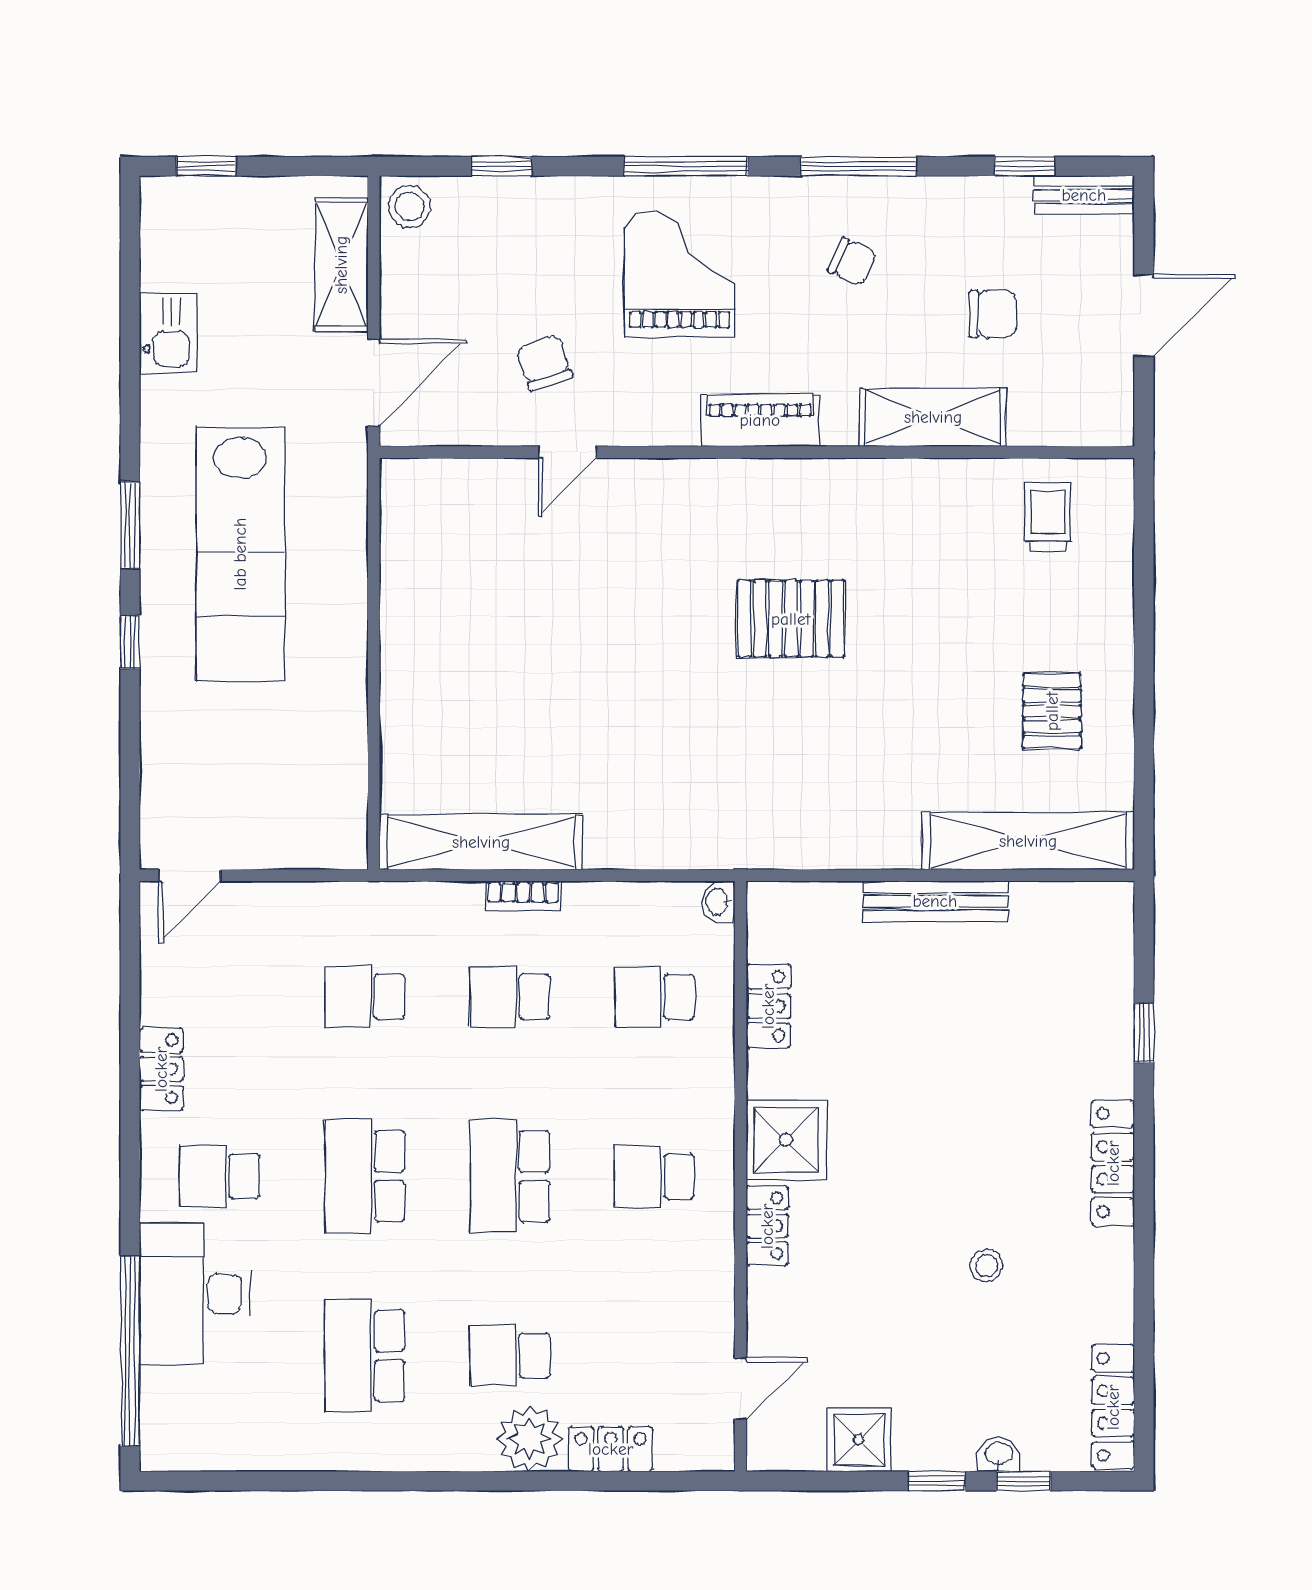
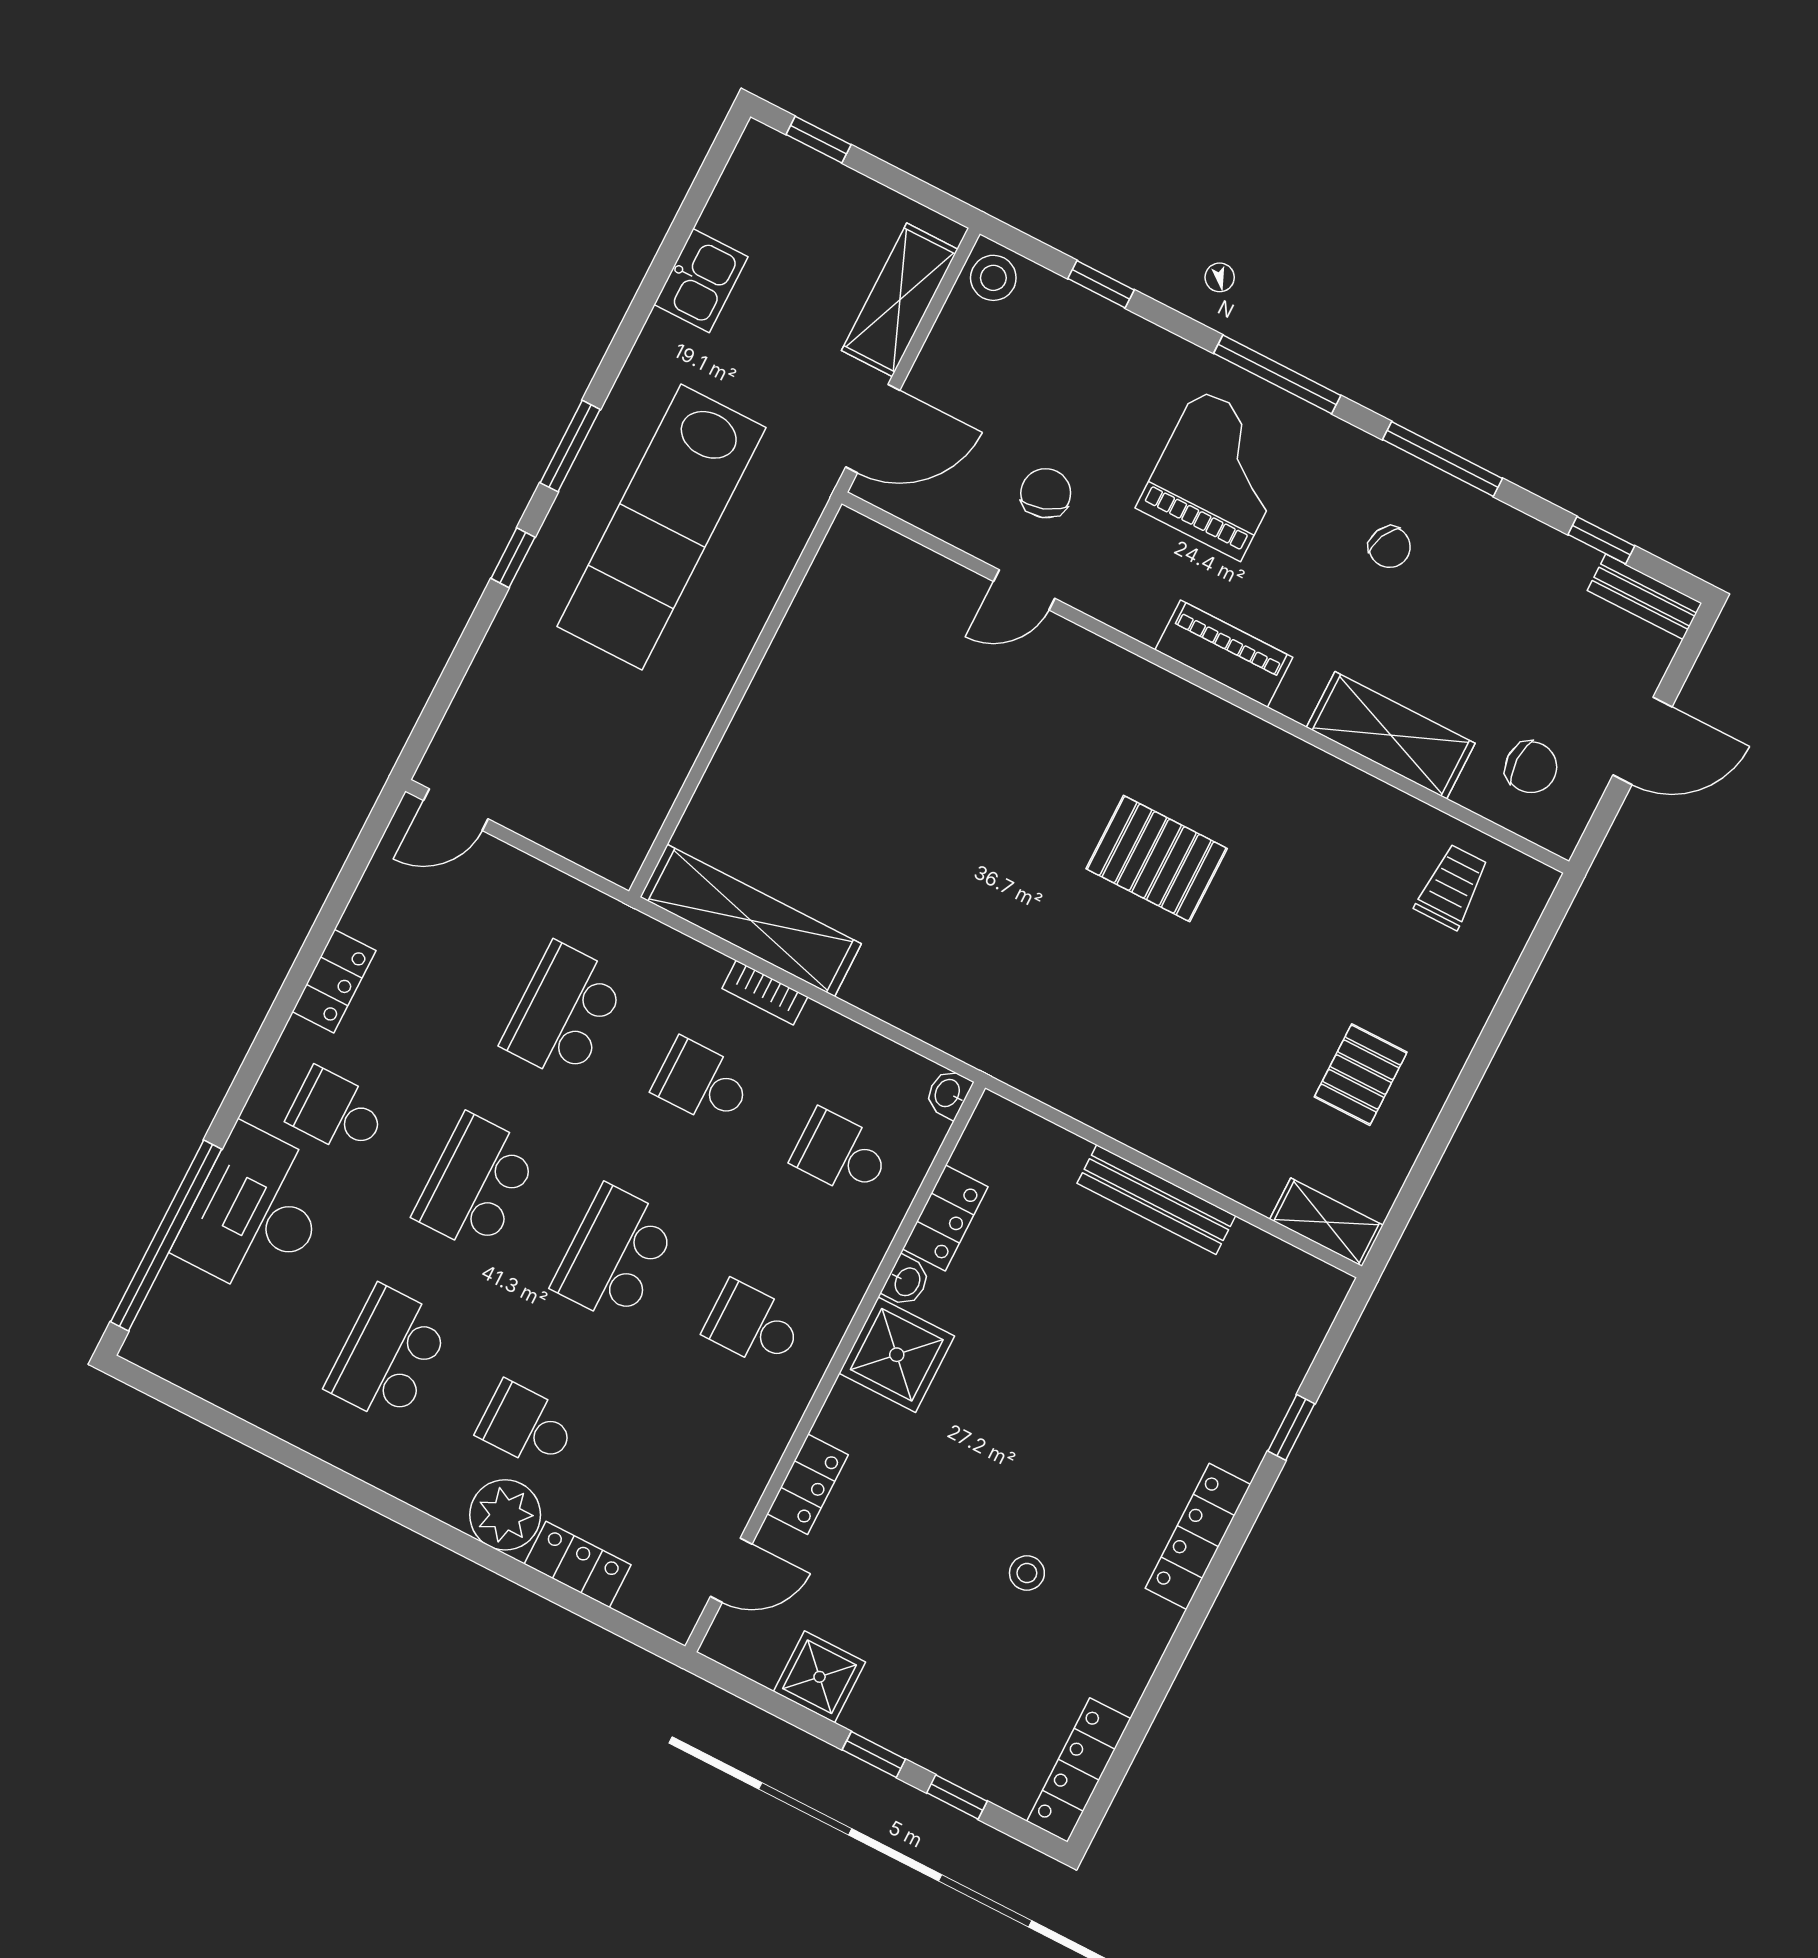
chair: (993, 314) -> (1531, 767), moved
shelving: (1028, 841) -> (1327, 1222), width x0.45, depth x0.75
school desk: (365, 997) -> (564, 1012), width x1.85
locker: (767, 1226) -> (808, 1484), moved
washbasin: (998, 1455) -> (907, 1281), moved, turned 90

